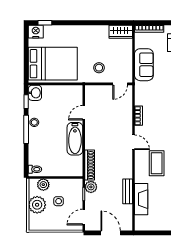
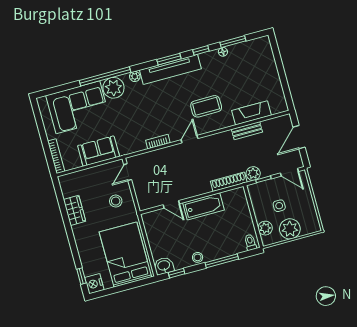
wardrobe: (121, 32) -> (75, 210), moved
door: (120, 84) -> (128, 172), swing flipped
window: (26, 129) -> (222, 261), moved

